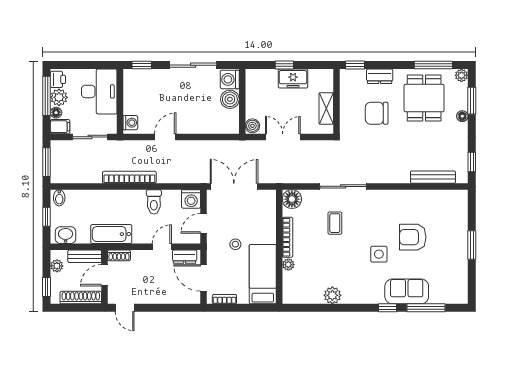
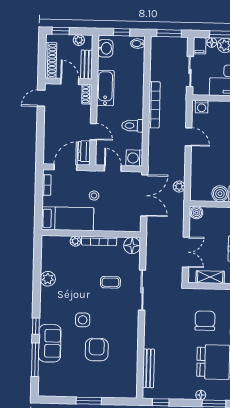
double door: (283, 137) -> (186, 252), moved
plant: (223, 147) -> (179, 186), added

